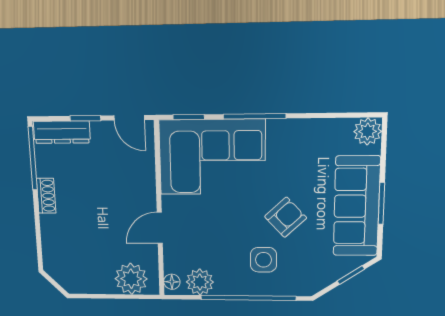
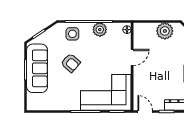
plant: (368, 131) -> (33, 104), removed
armchair: (286, 217) -> (71, 63), turned -96
side table: (263, 260) -> (72, 34), moved
plant: (131, 279) -> (165, 31), moved
plant: (200, 282) -> (100, 30), moved

